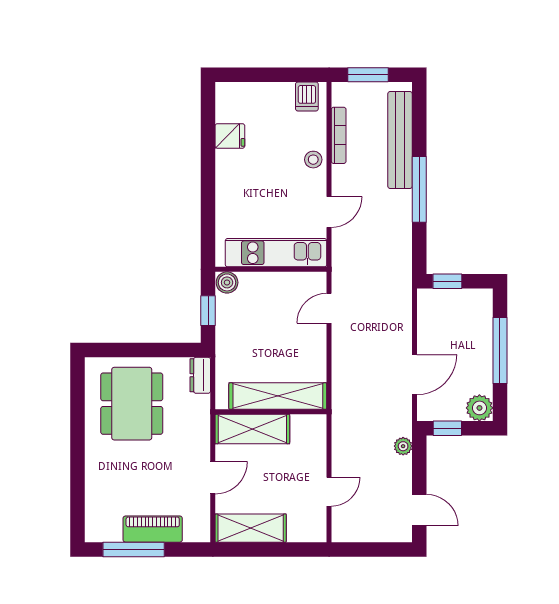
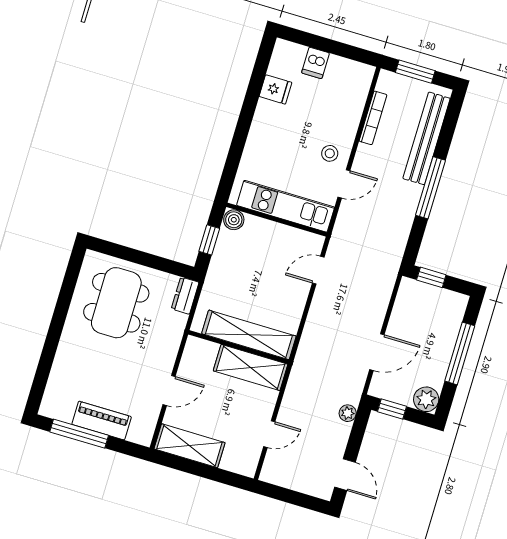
dishwasher: (307, 96) -> (315, 63), moved
stool: (313, 160) -> (330, 153), moved
shelving: (252, 429) -> (251, 367), moved

